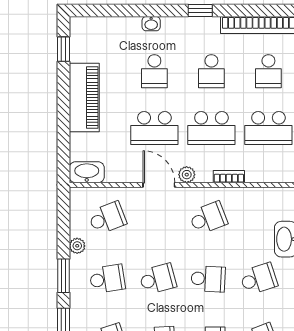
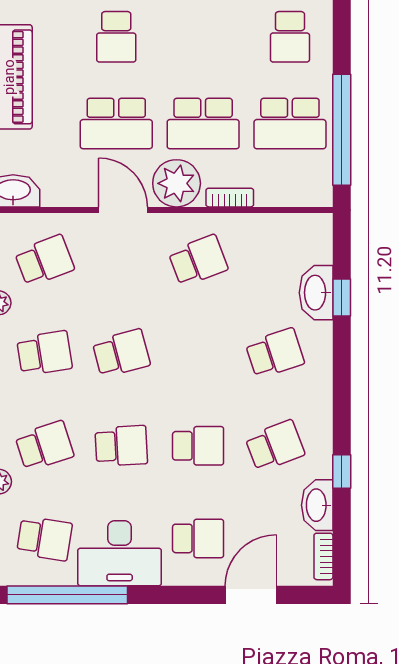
school desk: (211, 71) -> (203, 37), removed
plant: (187, 175) -> (177, 183), width x1.87, depth x1.87
school desk: (208, 279) -> (198, 353), removed

